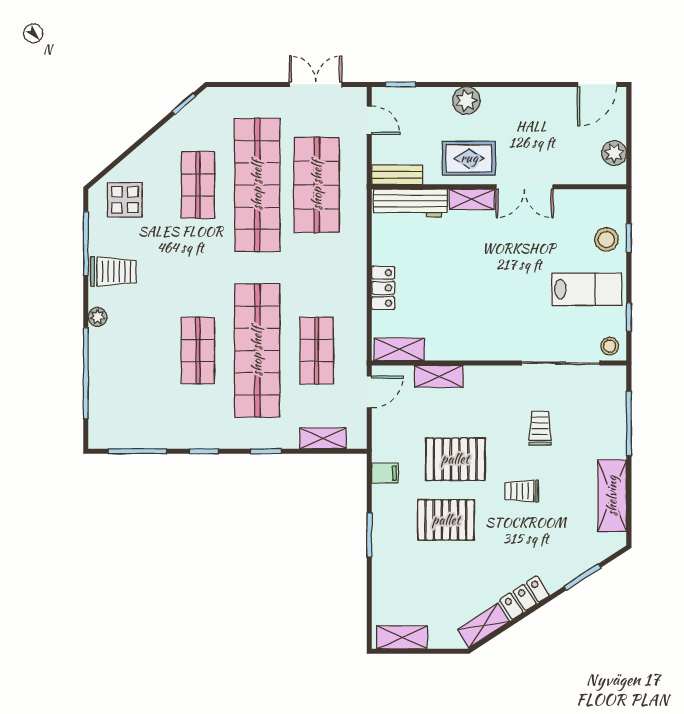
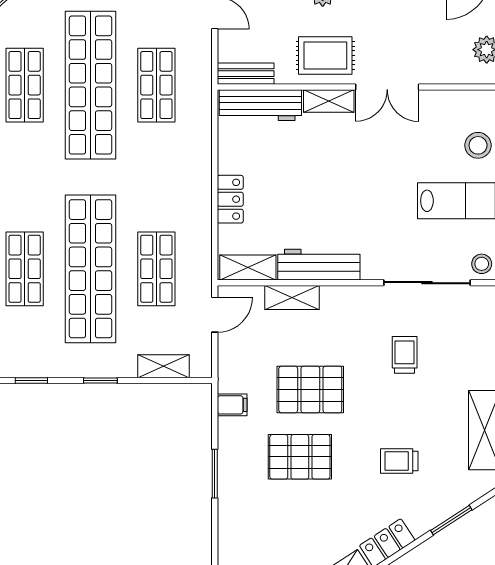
shop shelf: (317, 185) -> (156, 85), width x0.70, depth x0.74
workbench: (463, 347) -> (319, 265), added
trolley: (522, 491) -> (399, 461), moved

